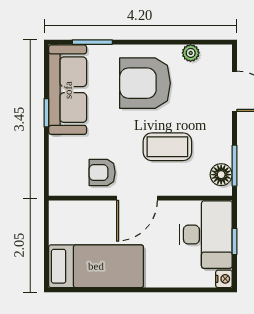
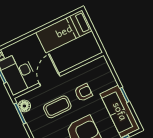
armchair: (102, 172) -> (83, 92), moved
door: (137, 198) -> (50, 80), moved

